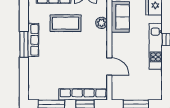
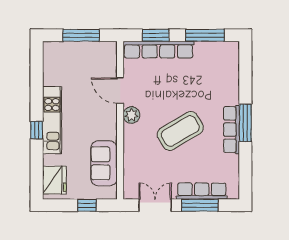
coffee table: (66, 23) -> (180, 131), moved, turned -31
plant: (102, 23) -> (131, 115), moved

